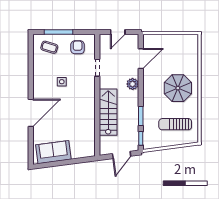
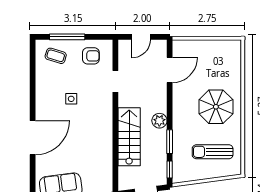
armchair: (78, 47) -> (91, 56), turned 90
plant: (133, 84) -> (159, 121), moved

